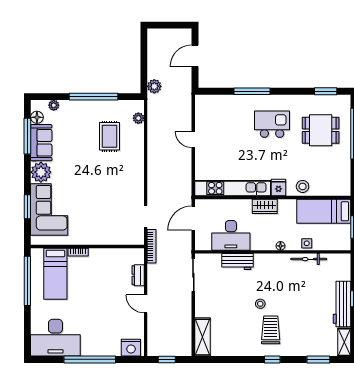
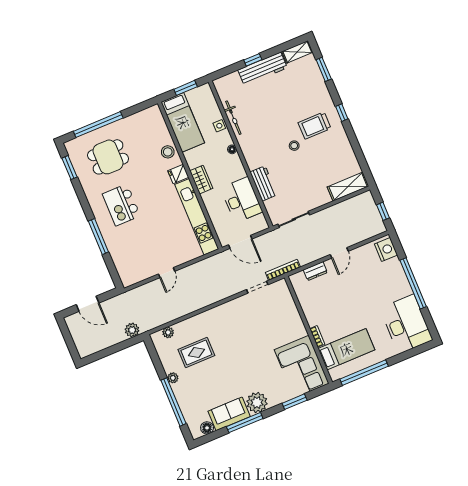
window: (93, 97) -> (173, 402), moved
plant: (54, 105) -> (173, 378), moved
dining table: (321, 130) -> (108, 157), turned 90
window: (27, 136) -> (245, 423), moved
corner sofa: (49, 209) -> (302, 367), moved, turned -90

